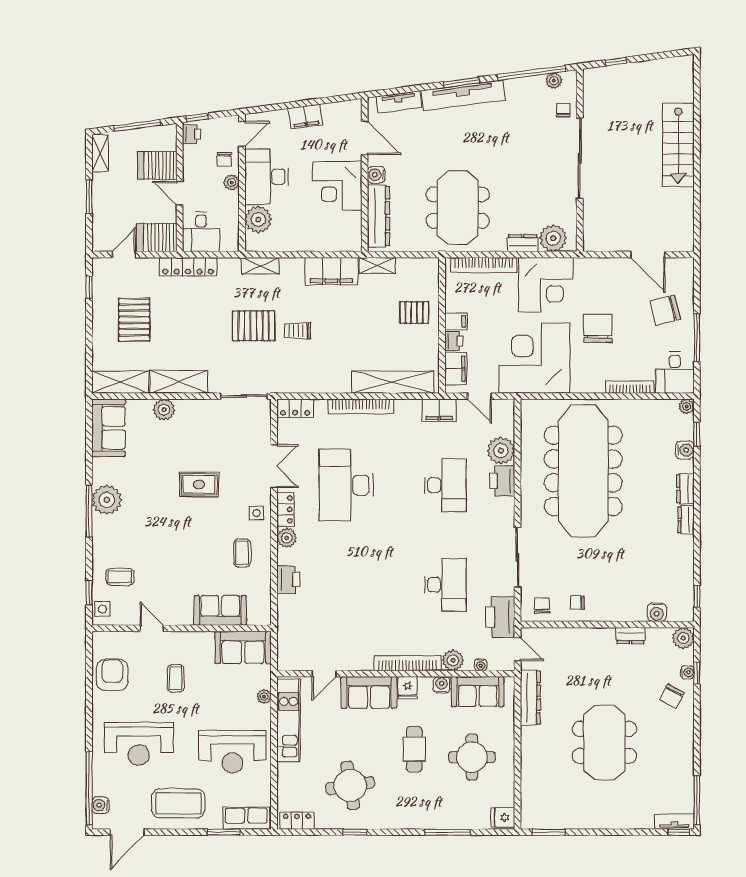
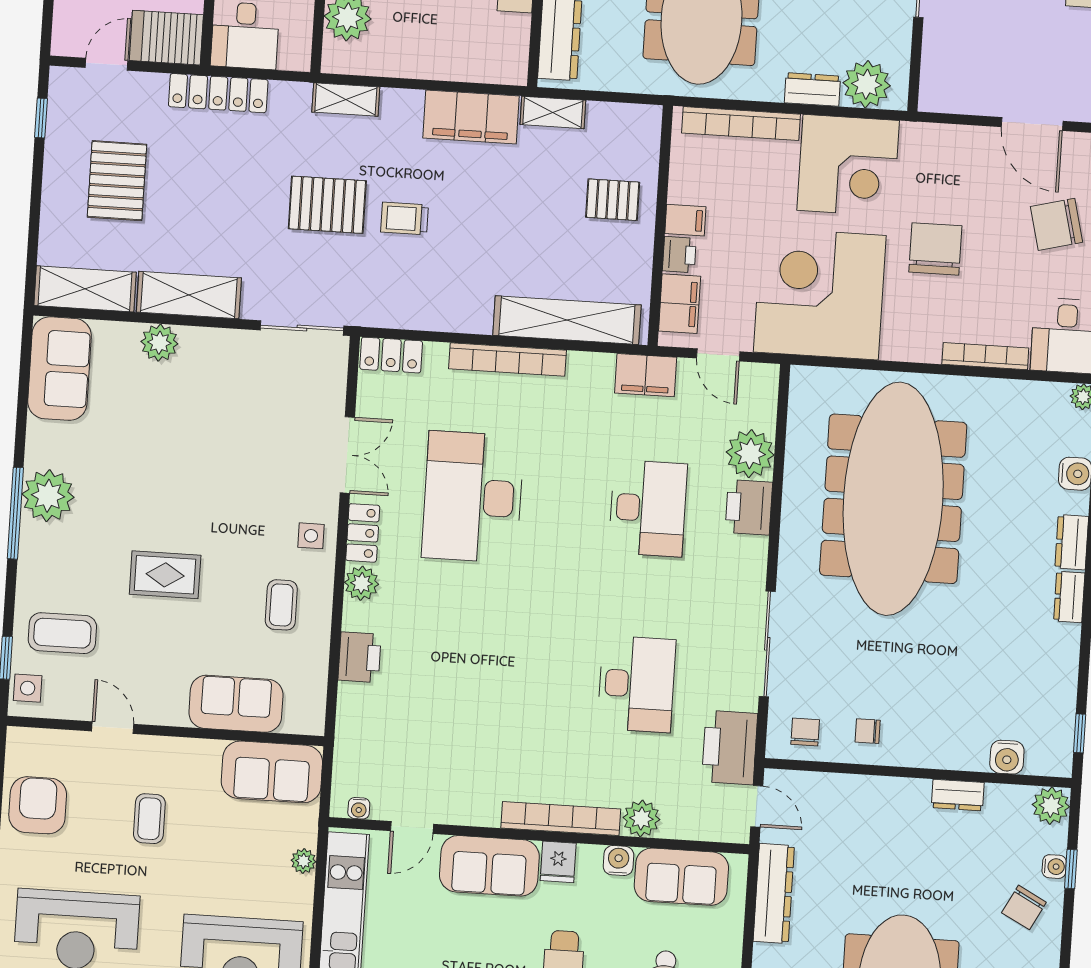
rug: (199, 484) -> (165, 575), moved
coffee table: (120, 577) -> (62, 633), width x1.36, depth x1.30
water cooler: (481, 665) -> (359, 808), moved

